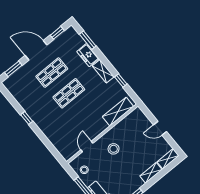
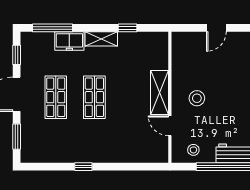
window: (88, 40) -> (52, 28), width x1.44
shelving: (118, 112) -> (159, 92), moved

